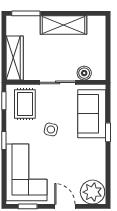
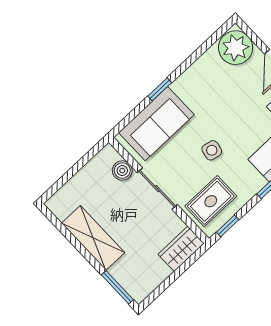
wardrobe: (15, 58) -> (181, 249), width x0.67

